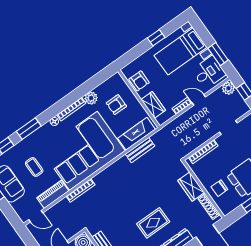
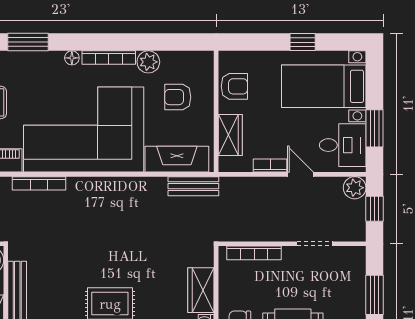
armchair: (139, 81) -> (234, 86), turned -90
bench: (140, 150) -> (193, 186), moved

